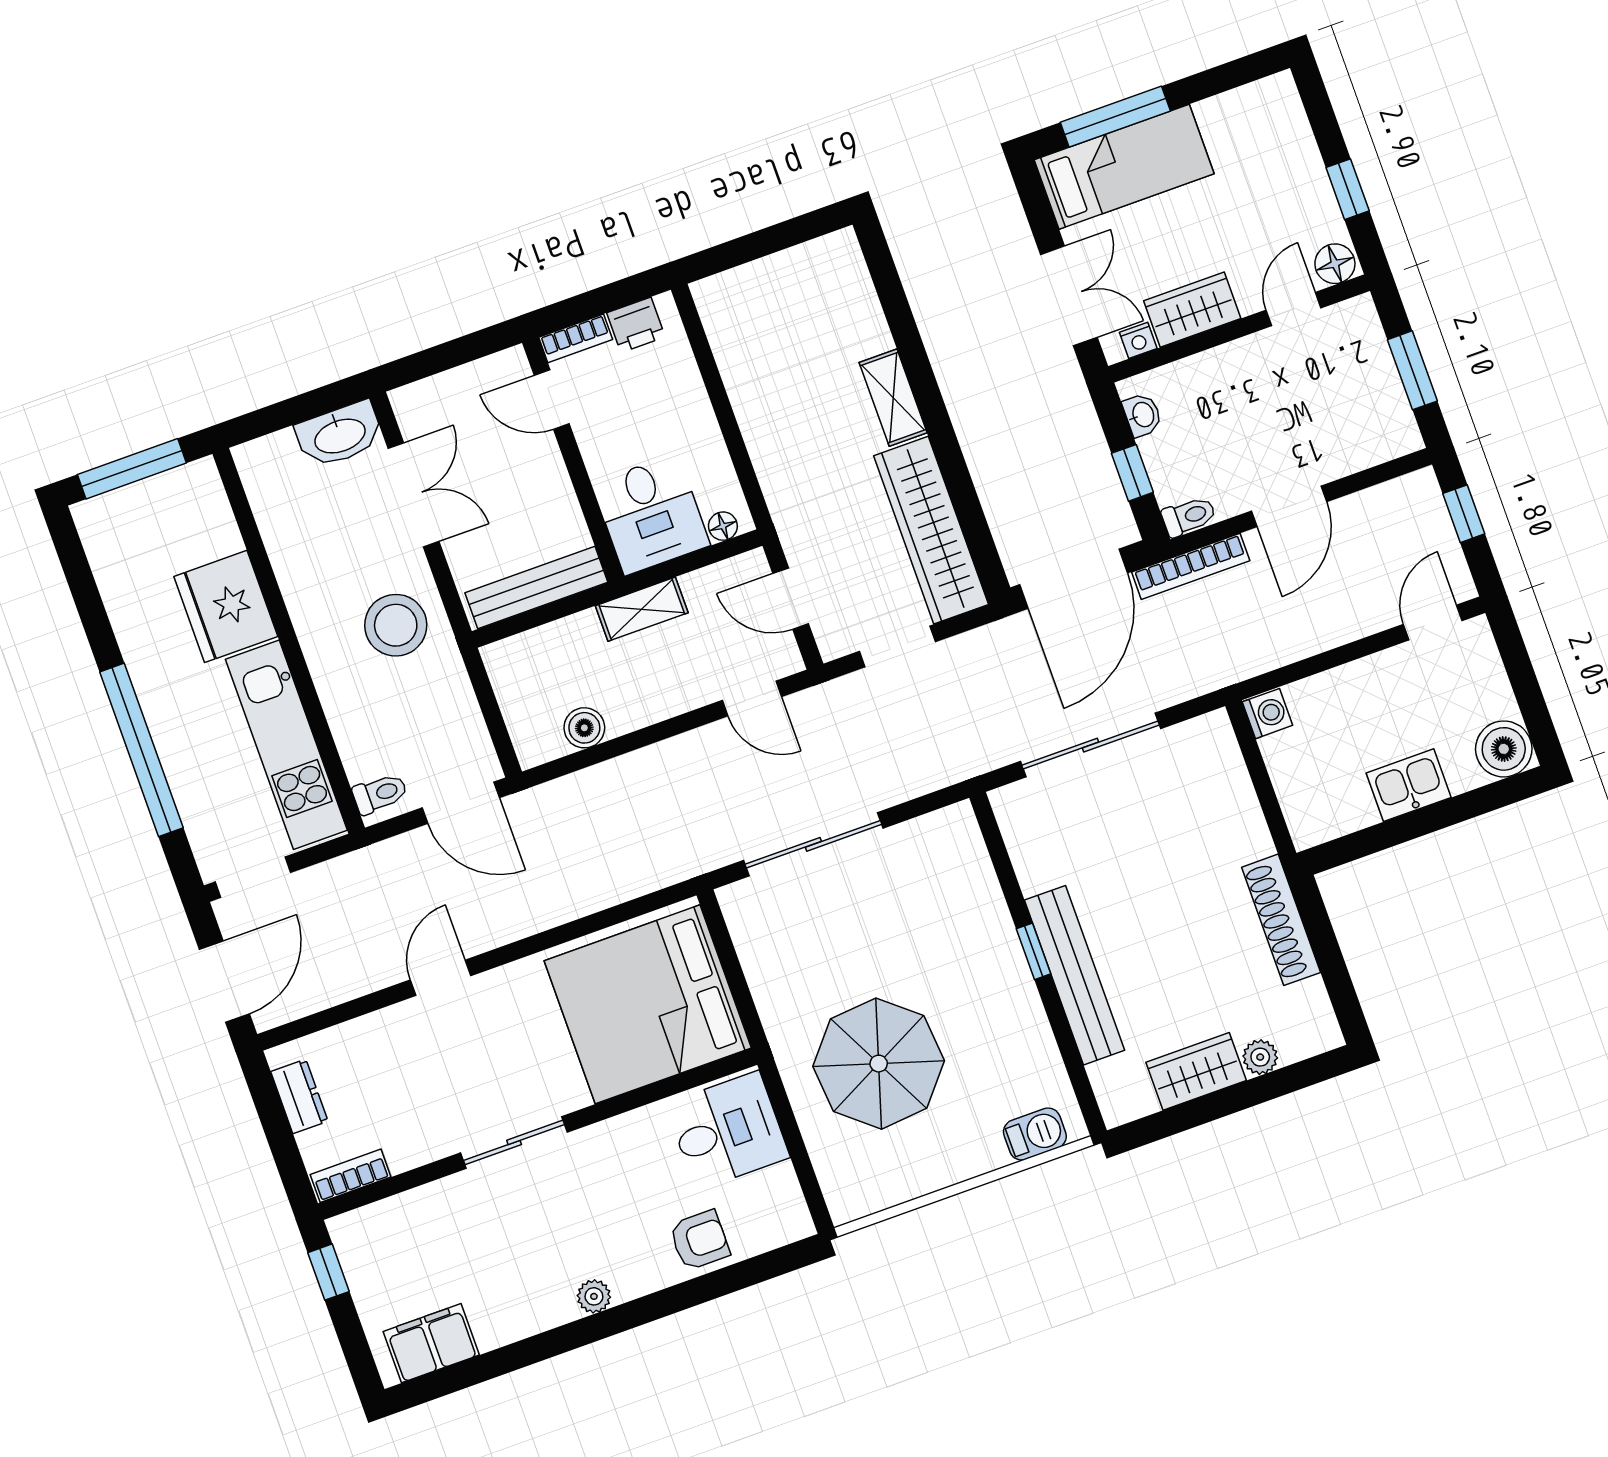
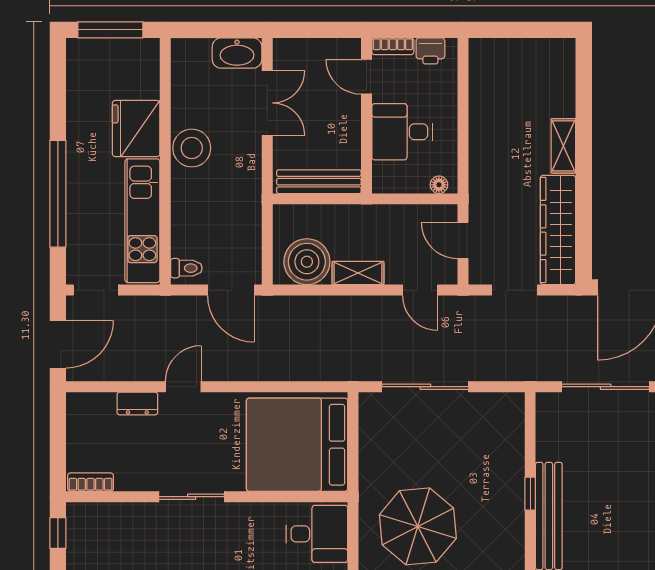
desk: (651, 514) -> (402, 132), moved, turned 90
shelving: (642, 609) -> (358, 273), moved
stool: (396, 625) -> (192, 148), moved
boiler: (584, 728) -> (307, 262), width x1.86, depth x1.86
dresser: (299, 1096) -> (137, 403), moved, turned 90

